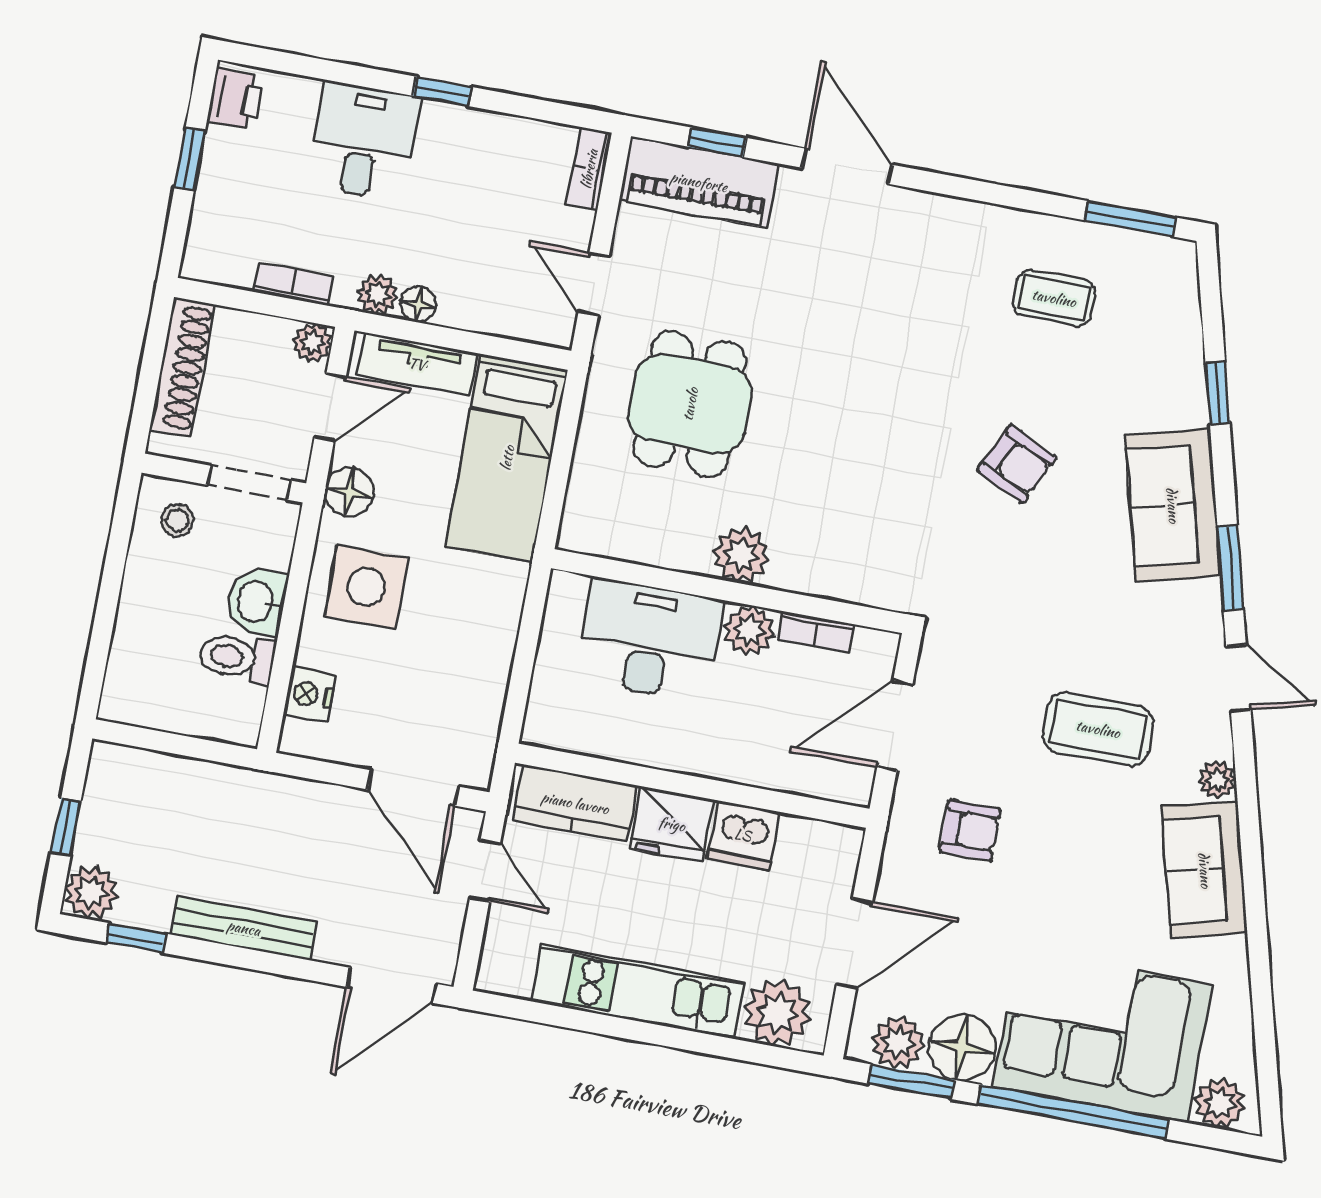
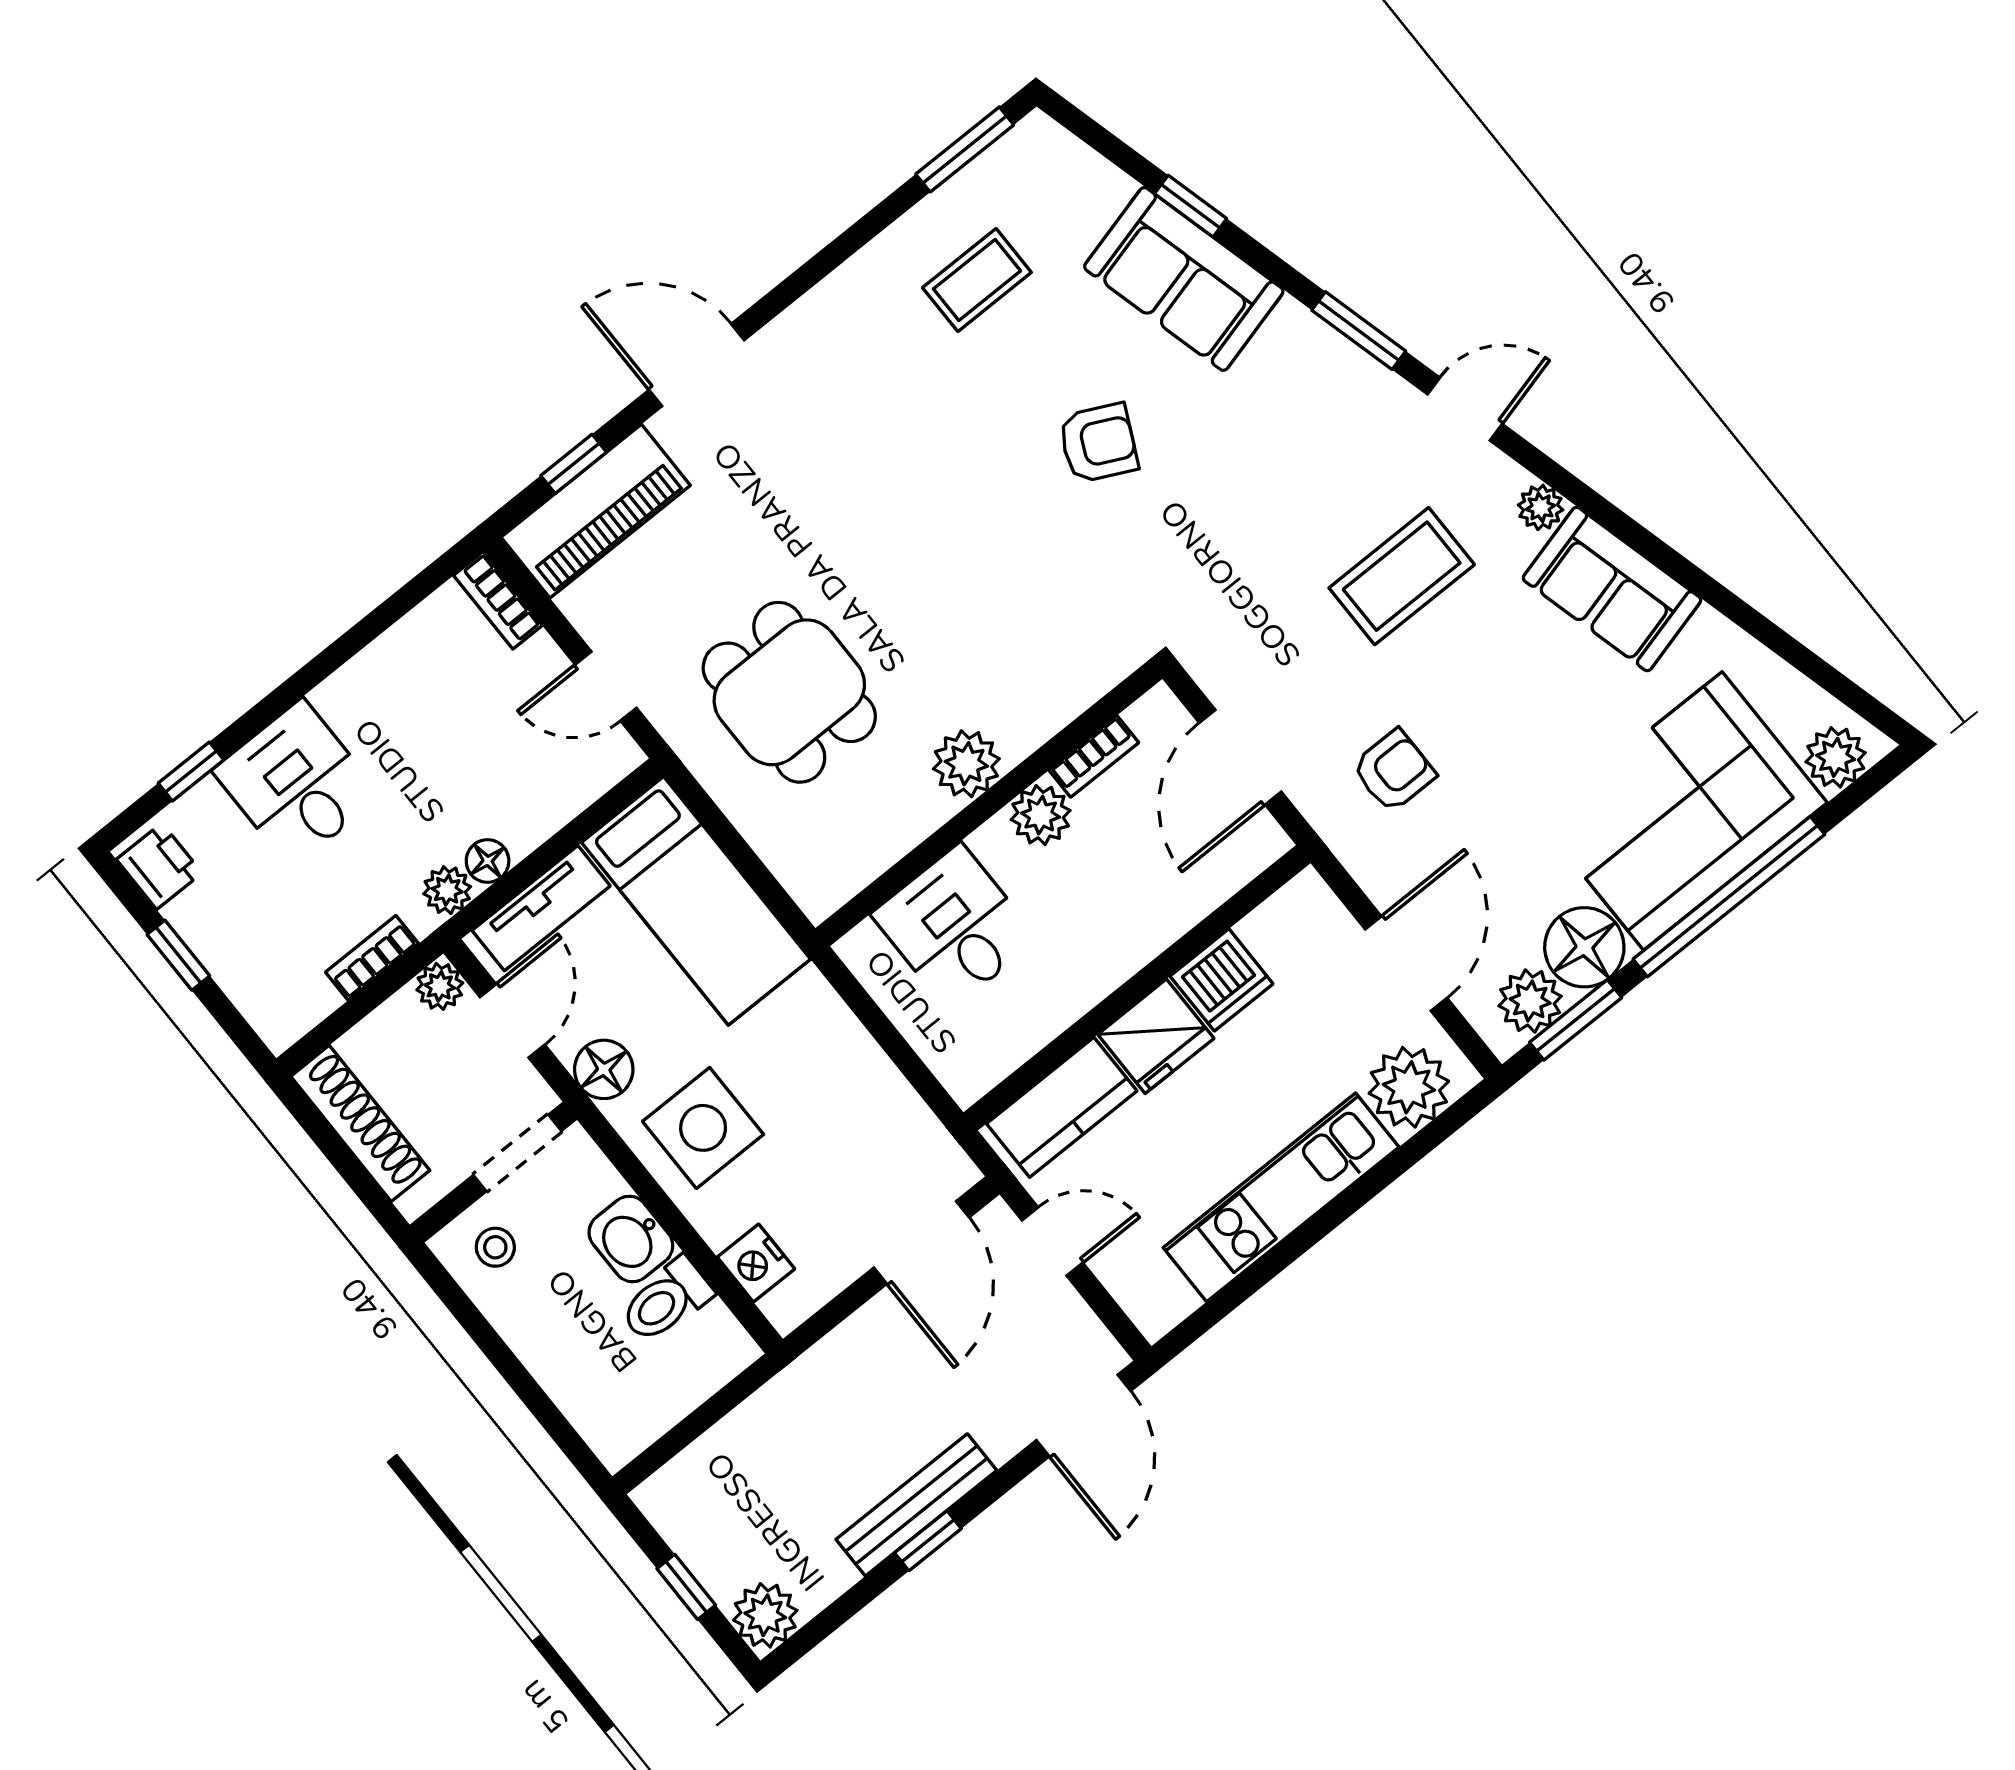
window: (442, 91) -> (191, 772), moved
sofa: (1173, 505) -> (1184, 279), moved
desk: (649, 640) -> (955, 927), width x0.73
door: (413, 788) -> (921, 1242), hinge flipped
window: (136, 938) -> (928, 1541), moved

